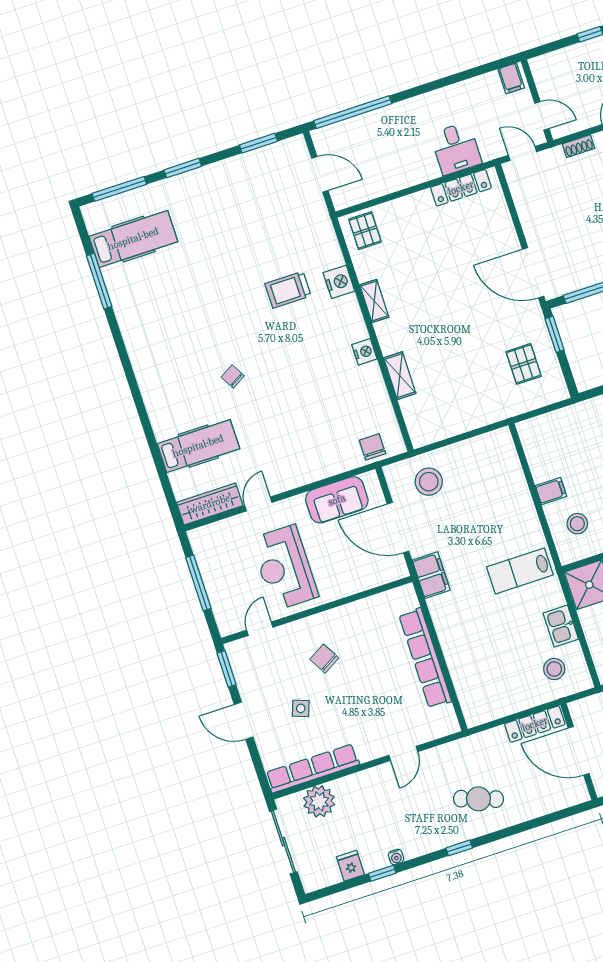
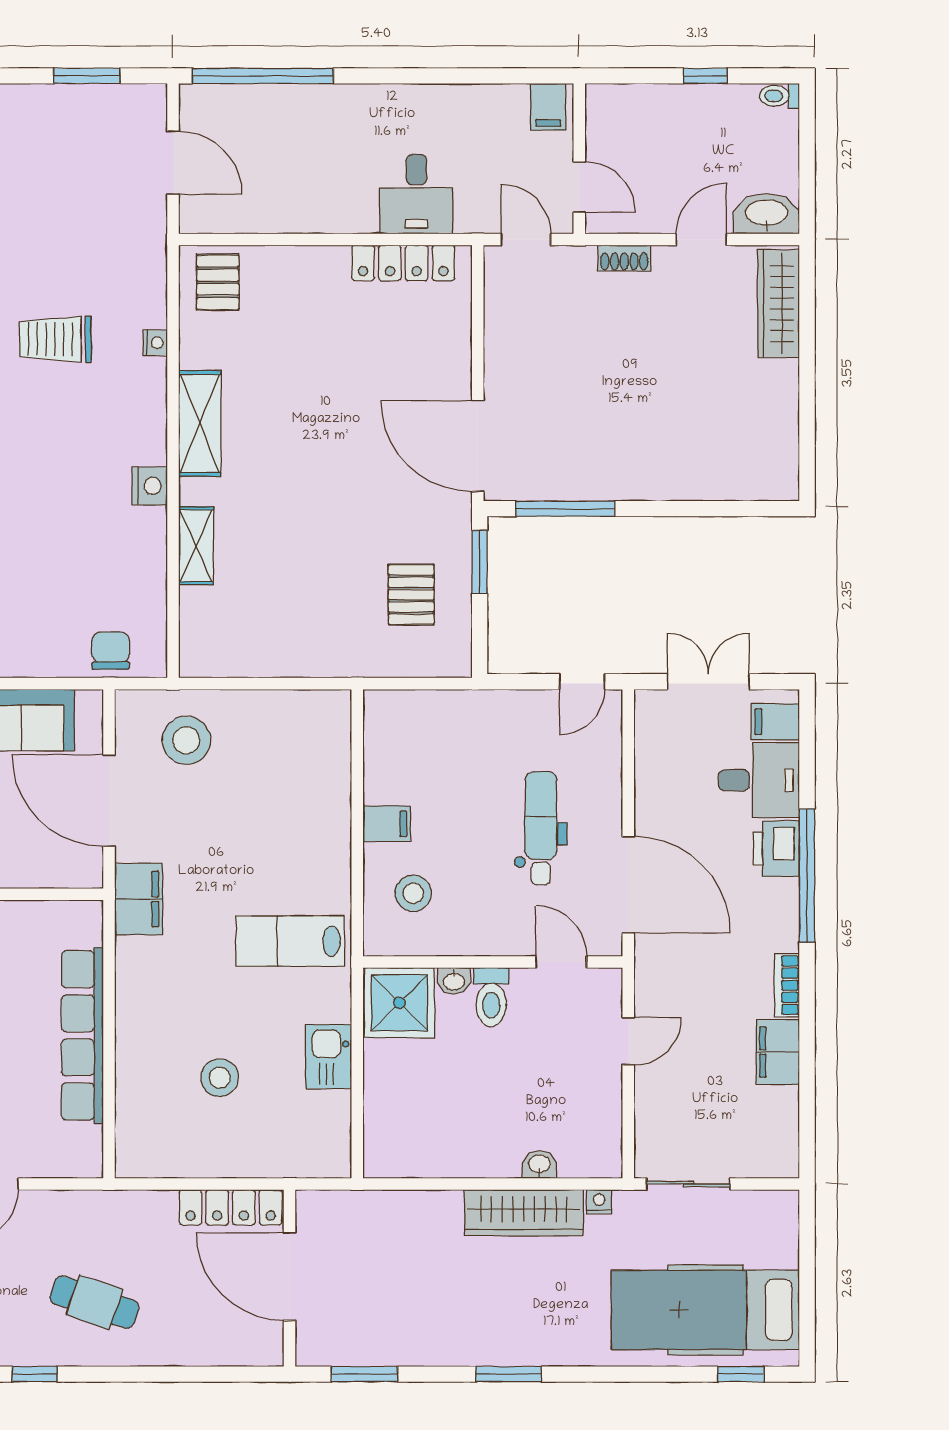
nightstand: (339, 282) -> (155, 343), width x0.53, depth x0.56
shelving: (374, 301) -> (200, 424), width x1.50, depth x1.33
stool: (554, 669) -> (220, 1078), moved

